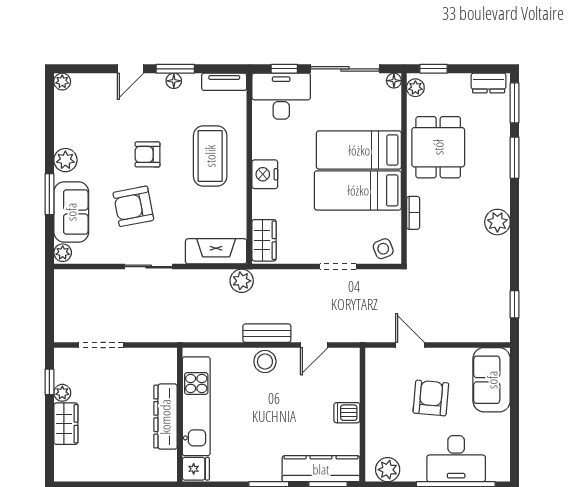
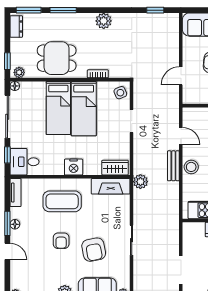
desk: (281, 96) -> (24, 162), width x0.73
fireplace: (216, 251) -> (111, 186), moved, turned -90

